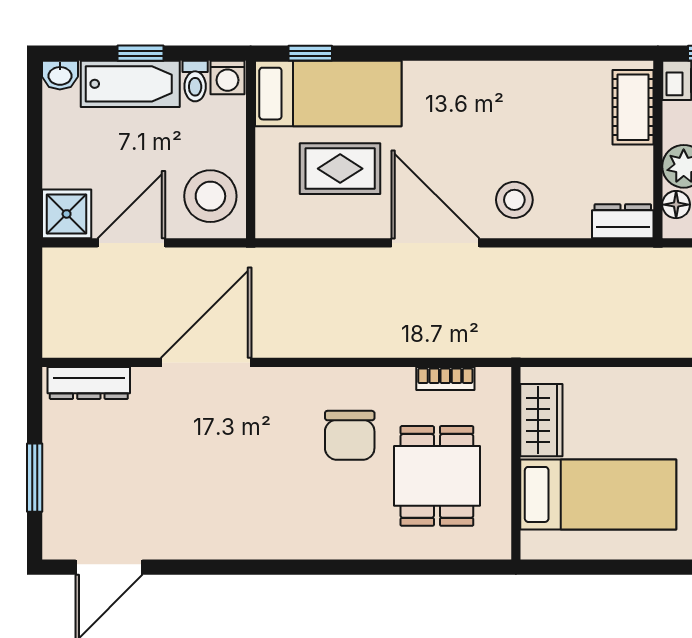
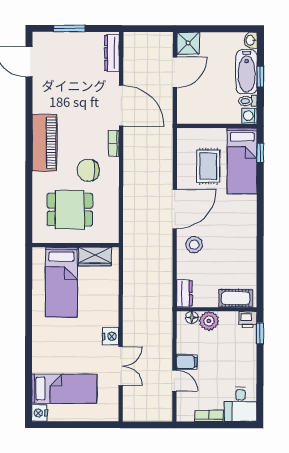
stool: (210, 196) -> (196, 108), removed
door: (131, 243) -> (175, 72), hinge flipped
bookcase: (445, 379) -> (114, 143), moved
piano: (288, 532) -> (45, 143), added

